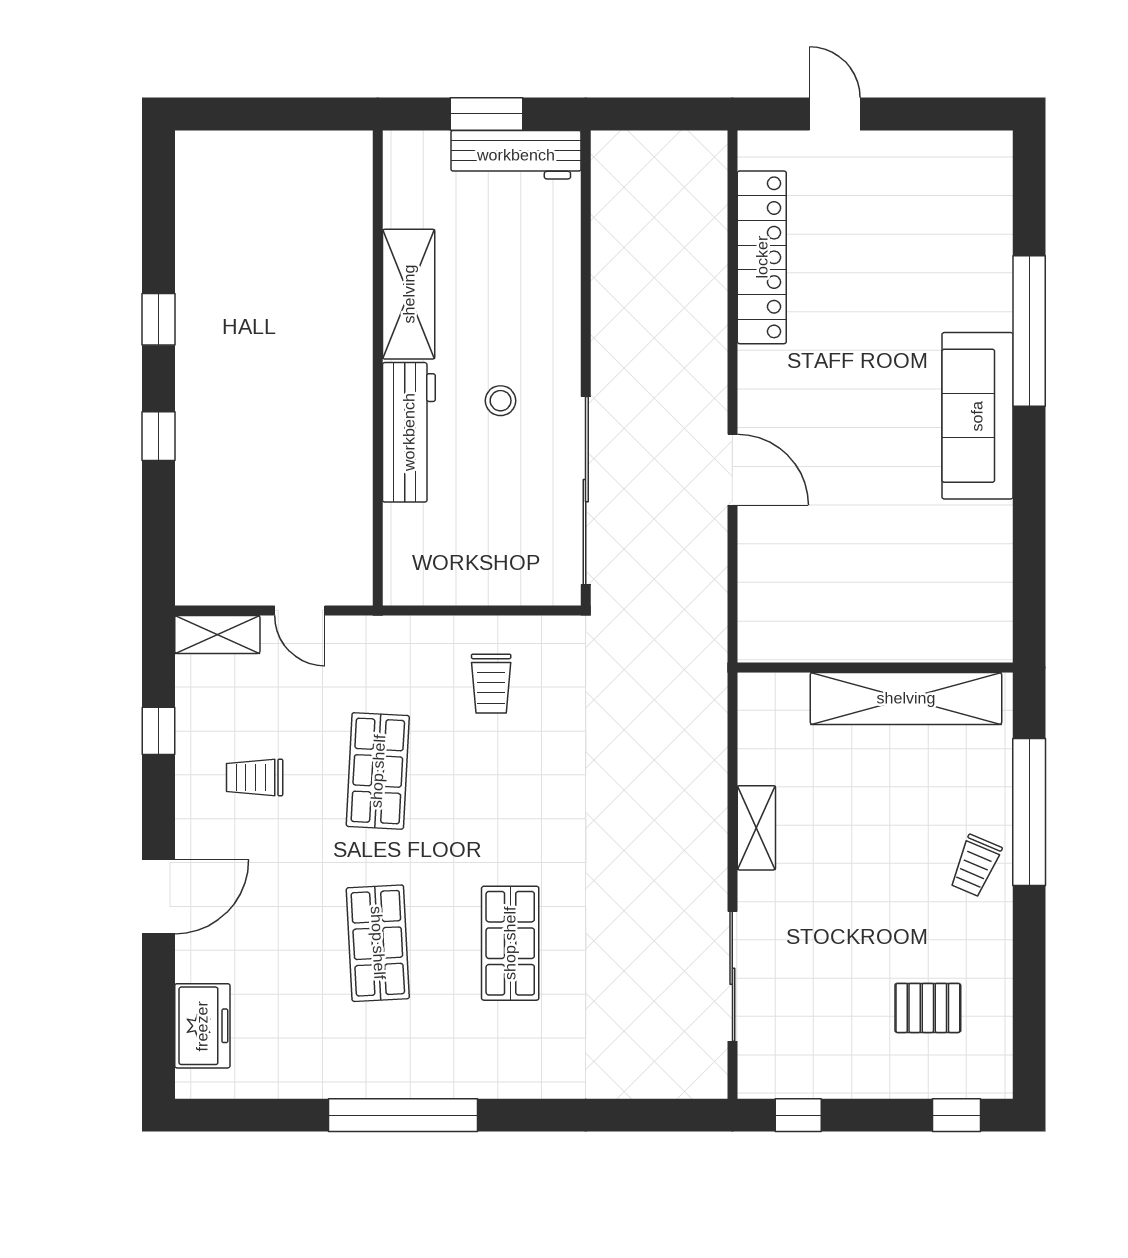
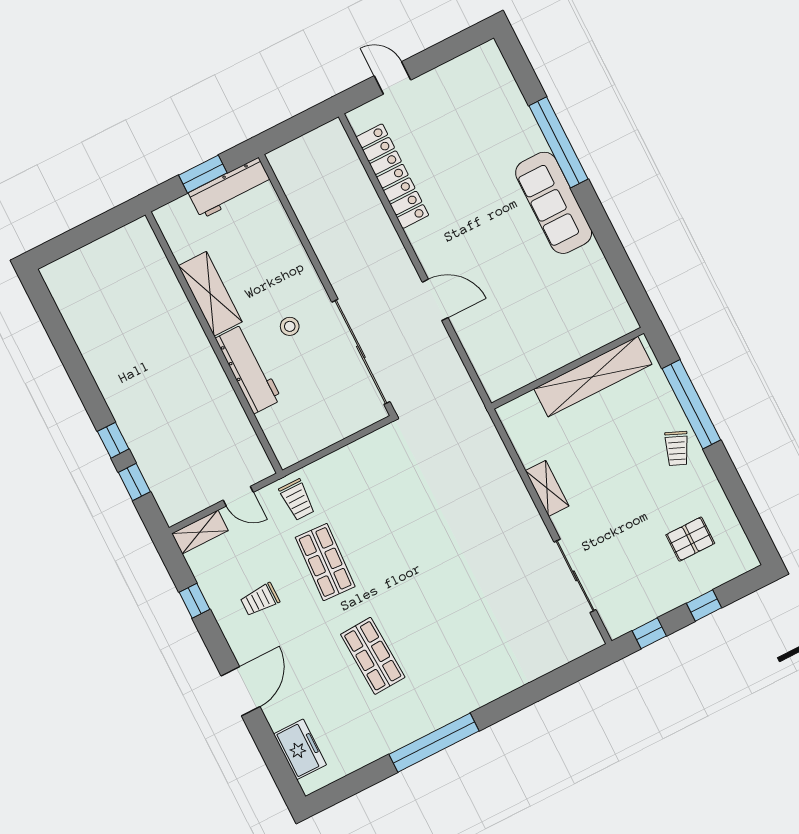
window: (159, 319) -> (134, 482), moved
trolley: (491, 684) -> (297, 500), moved
shop shelf: (510, 943) -> (445, 619), removed
window: (956, 1115) -> (704, 606), moved

